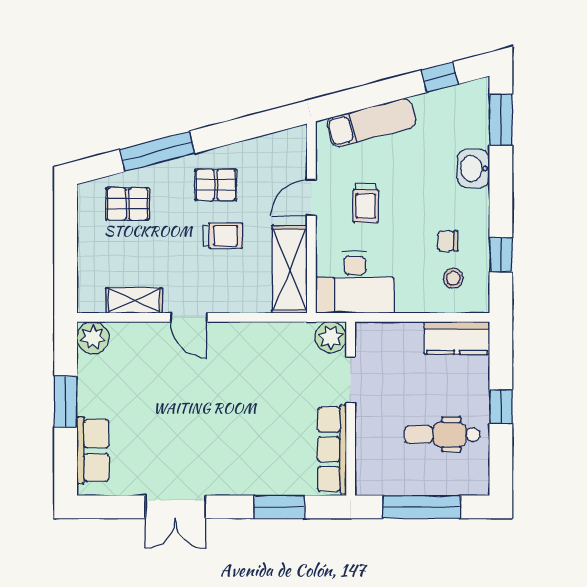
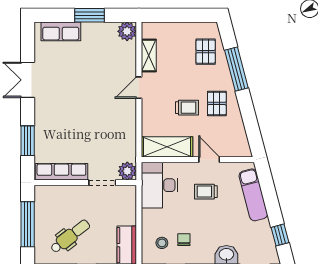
trolley: (223, 236) -> (187, 108), turned -90
dental chair: (442, 434) -> (70, 236), turned 52

